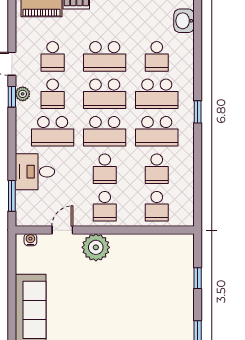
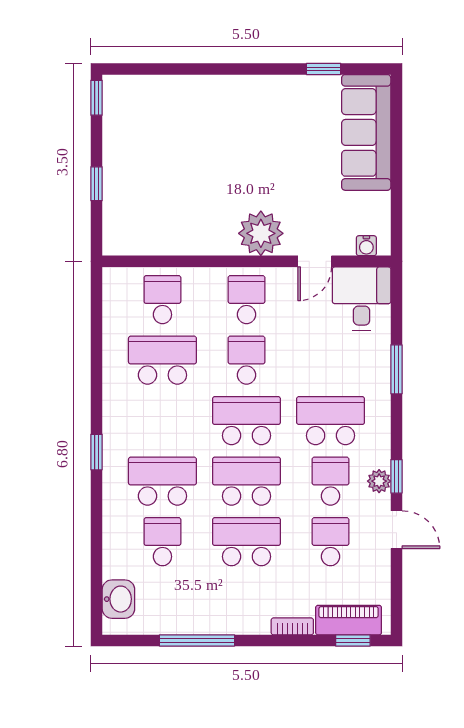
school desk: (157, 131) -> (162, 421), removed
school desk: (157, 169) -> (162, 360), width x1.85
desk: (35, 172) -> (362, 299), moved, turned -90
window: (12, 196) -> (396, 369), moved

